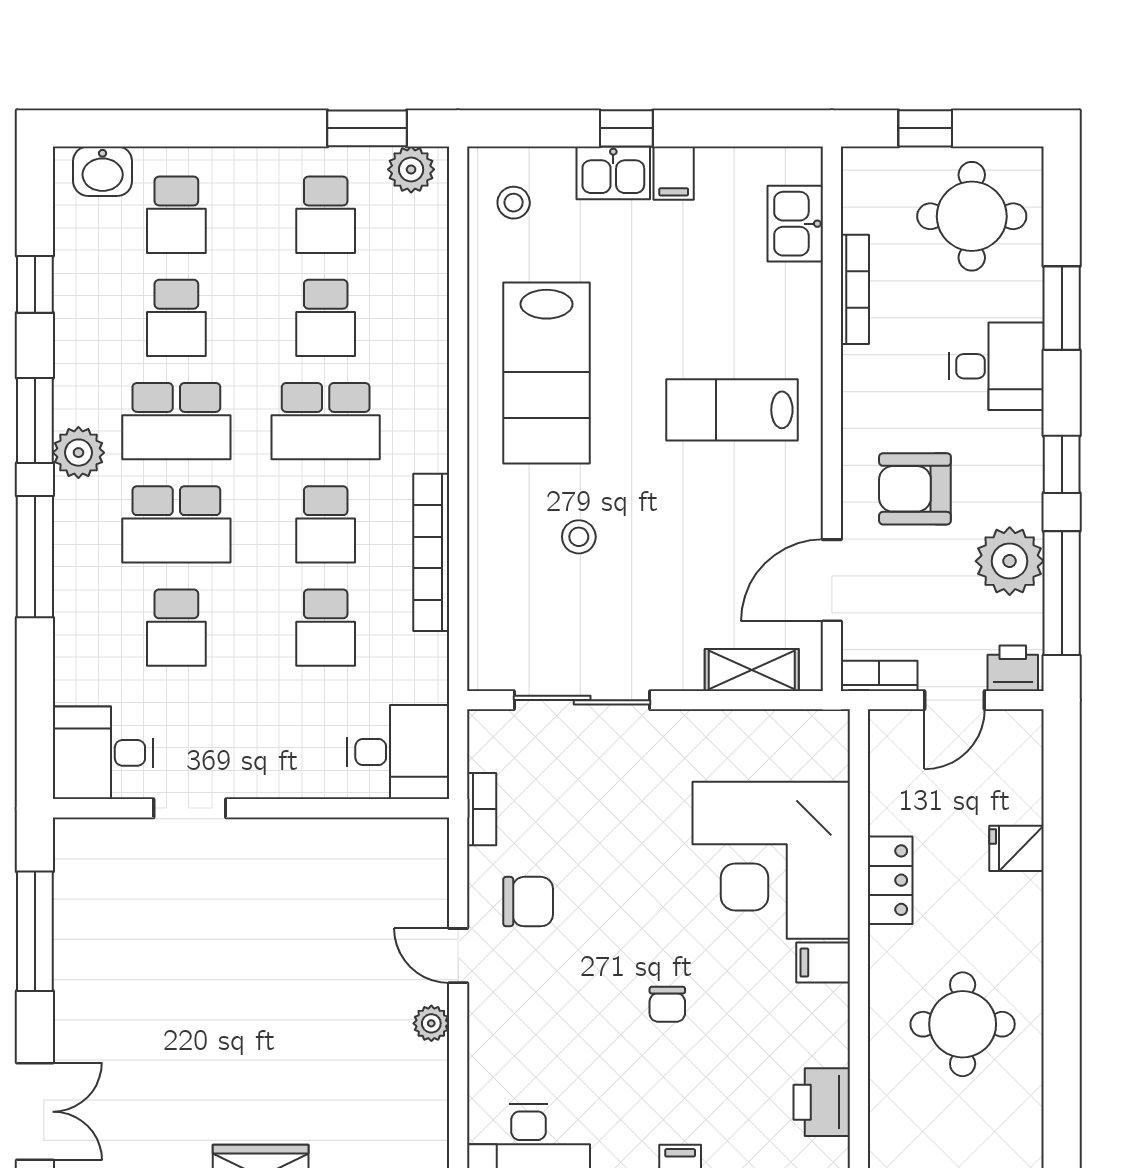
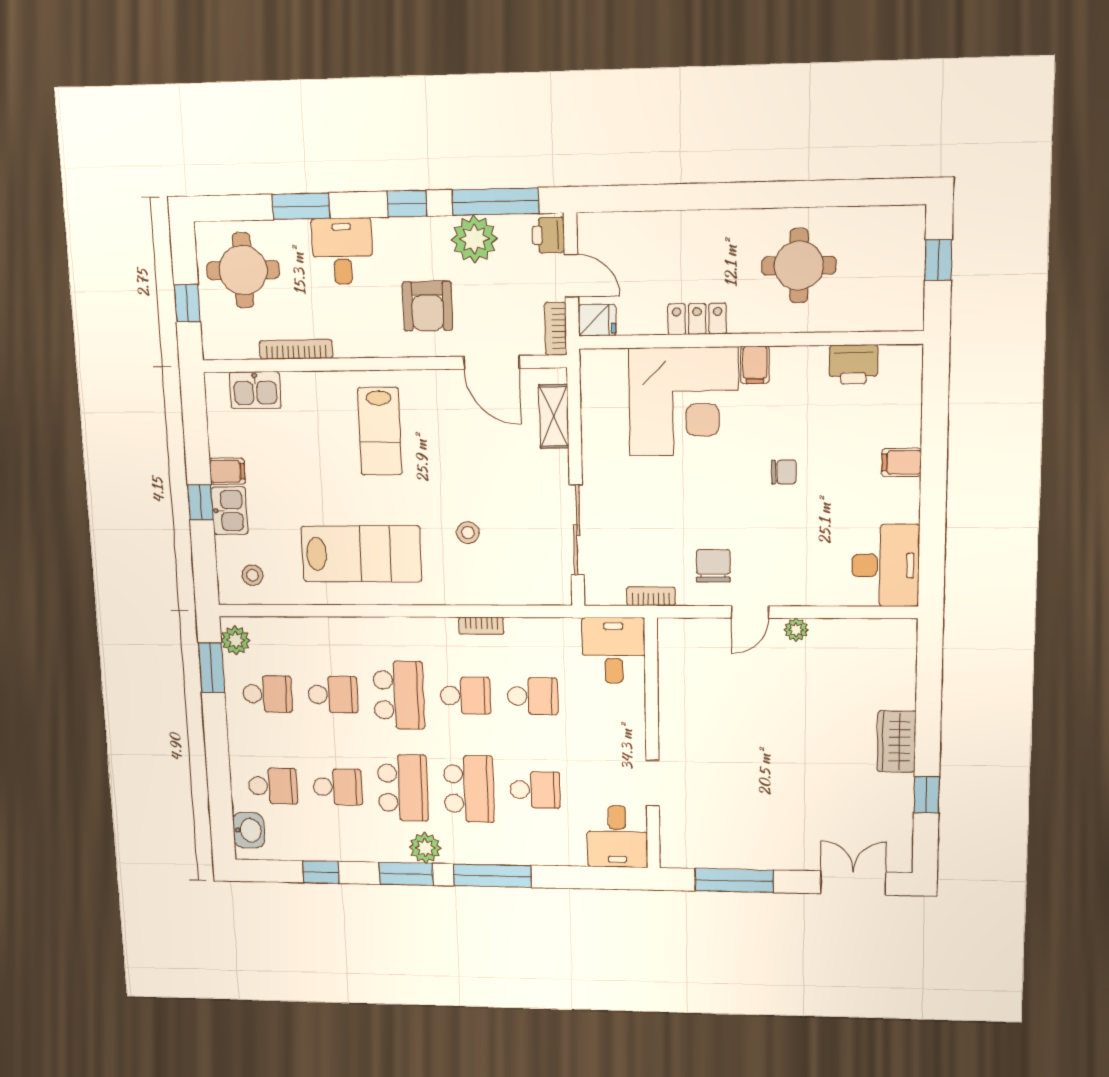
bookcase: (431, 552) -> (481, 626), width x0.43, depth x0.76
fridge: (1016, 848) -> (597, 320), moved, turned -90

